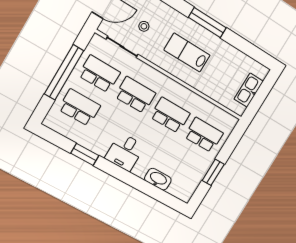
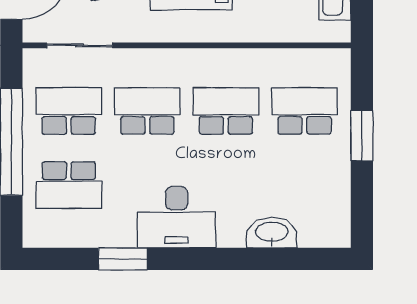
school desk: (79, 108) -> (69, 185), turned 180
desk: (125, 152) -> (177, 217), width x1.37
window: (213, 172) -> (362, 136), moved

